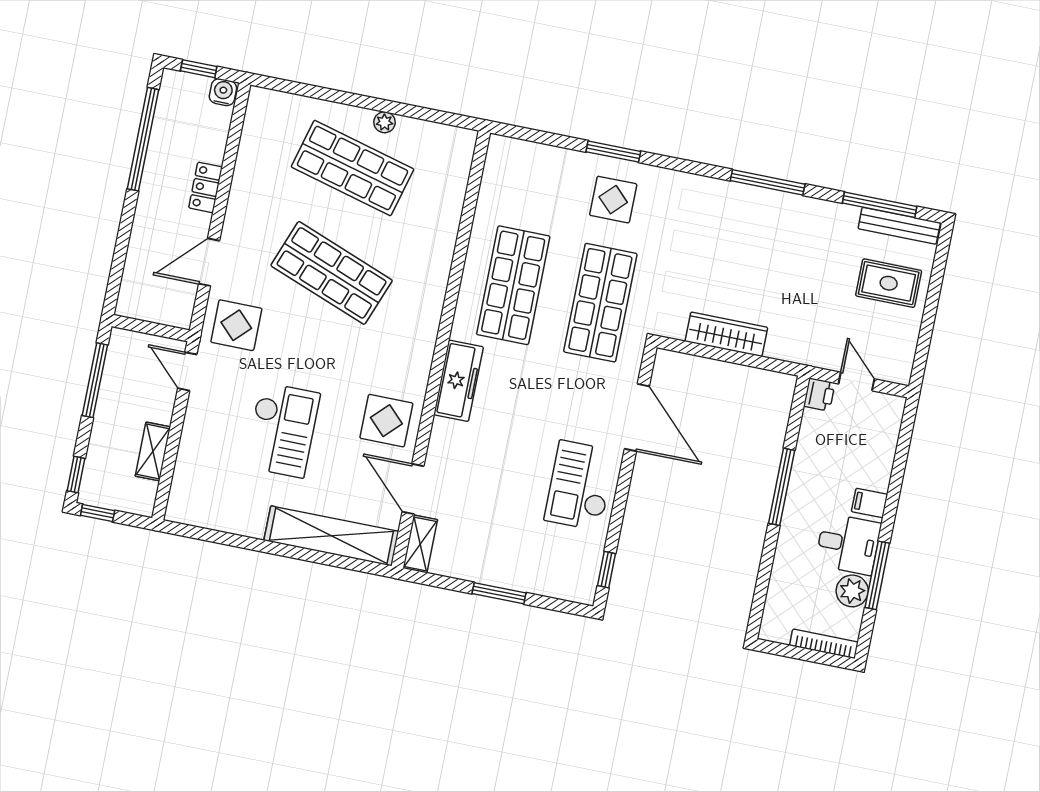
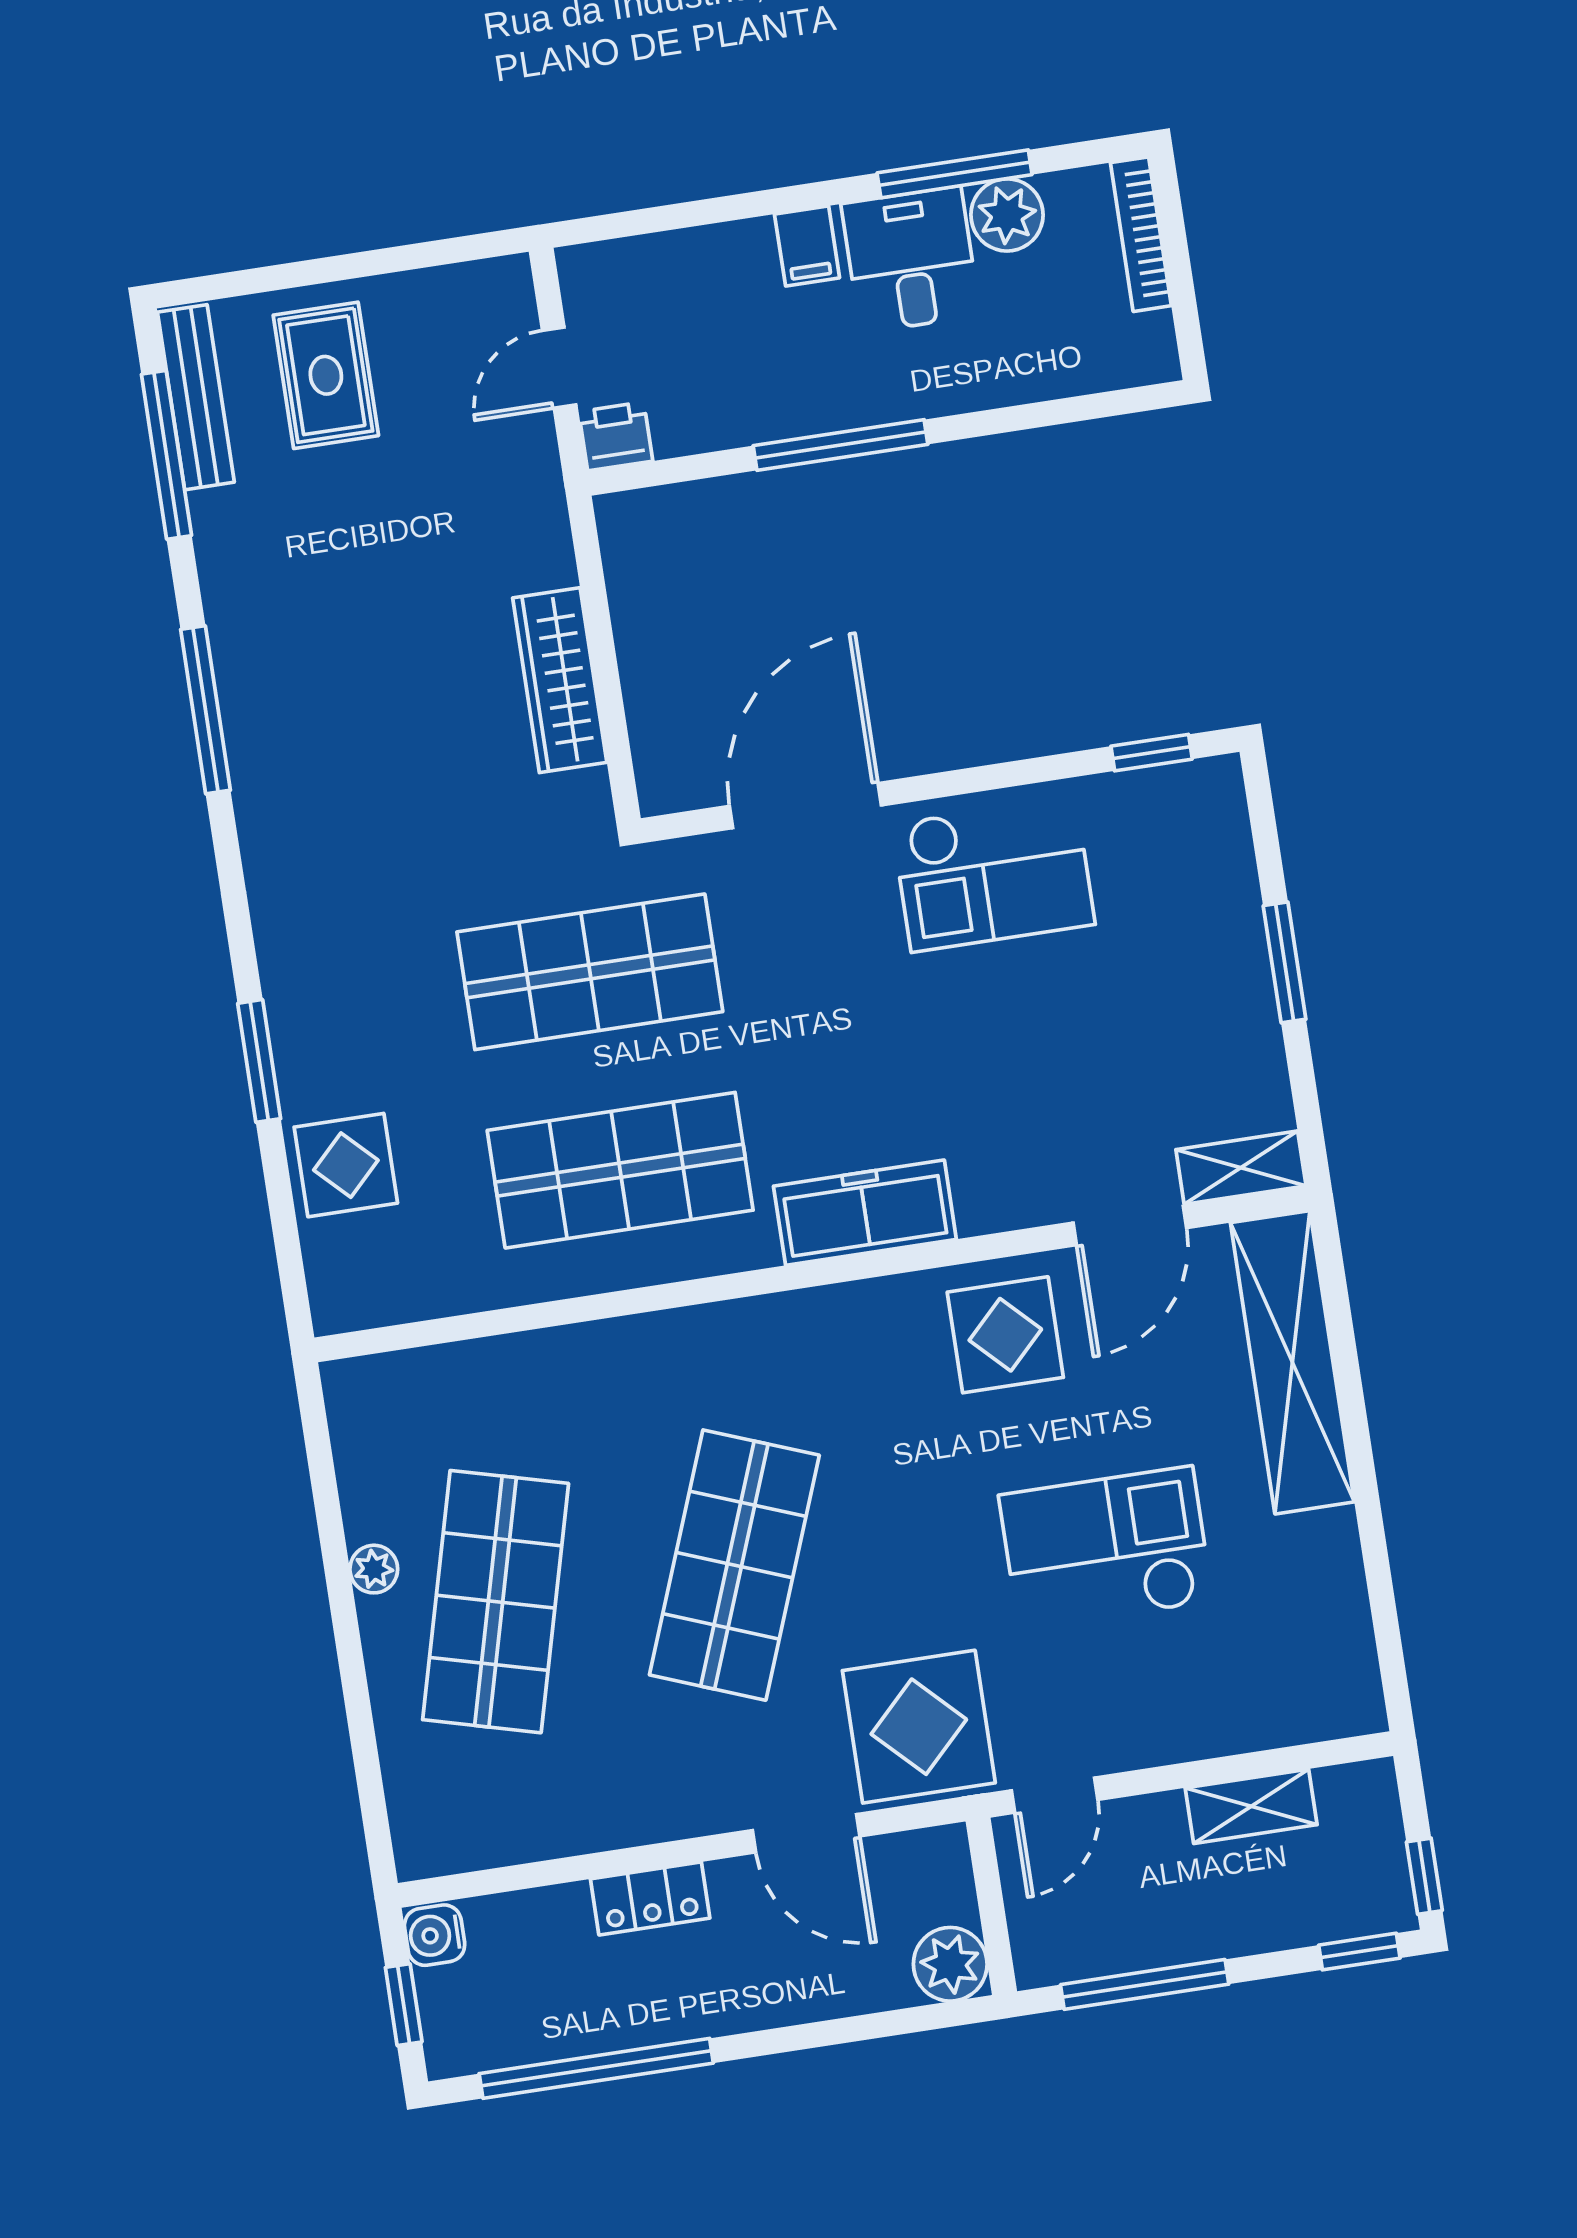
display table: (613, 200) -> (346, 1165), moved
plant: (133, 302) -> (950, 1964), added
display table: (236, 325) -> (919, 1727), width x1.36, depth x1.36

